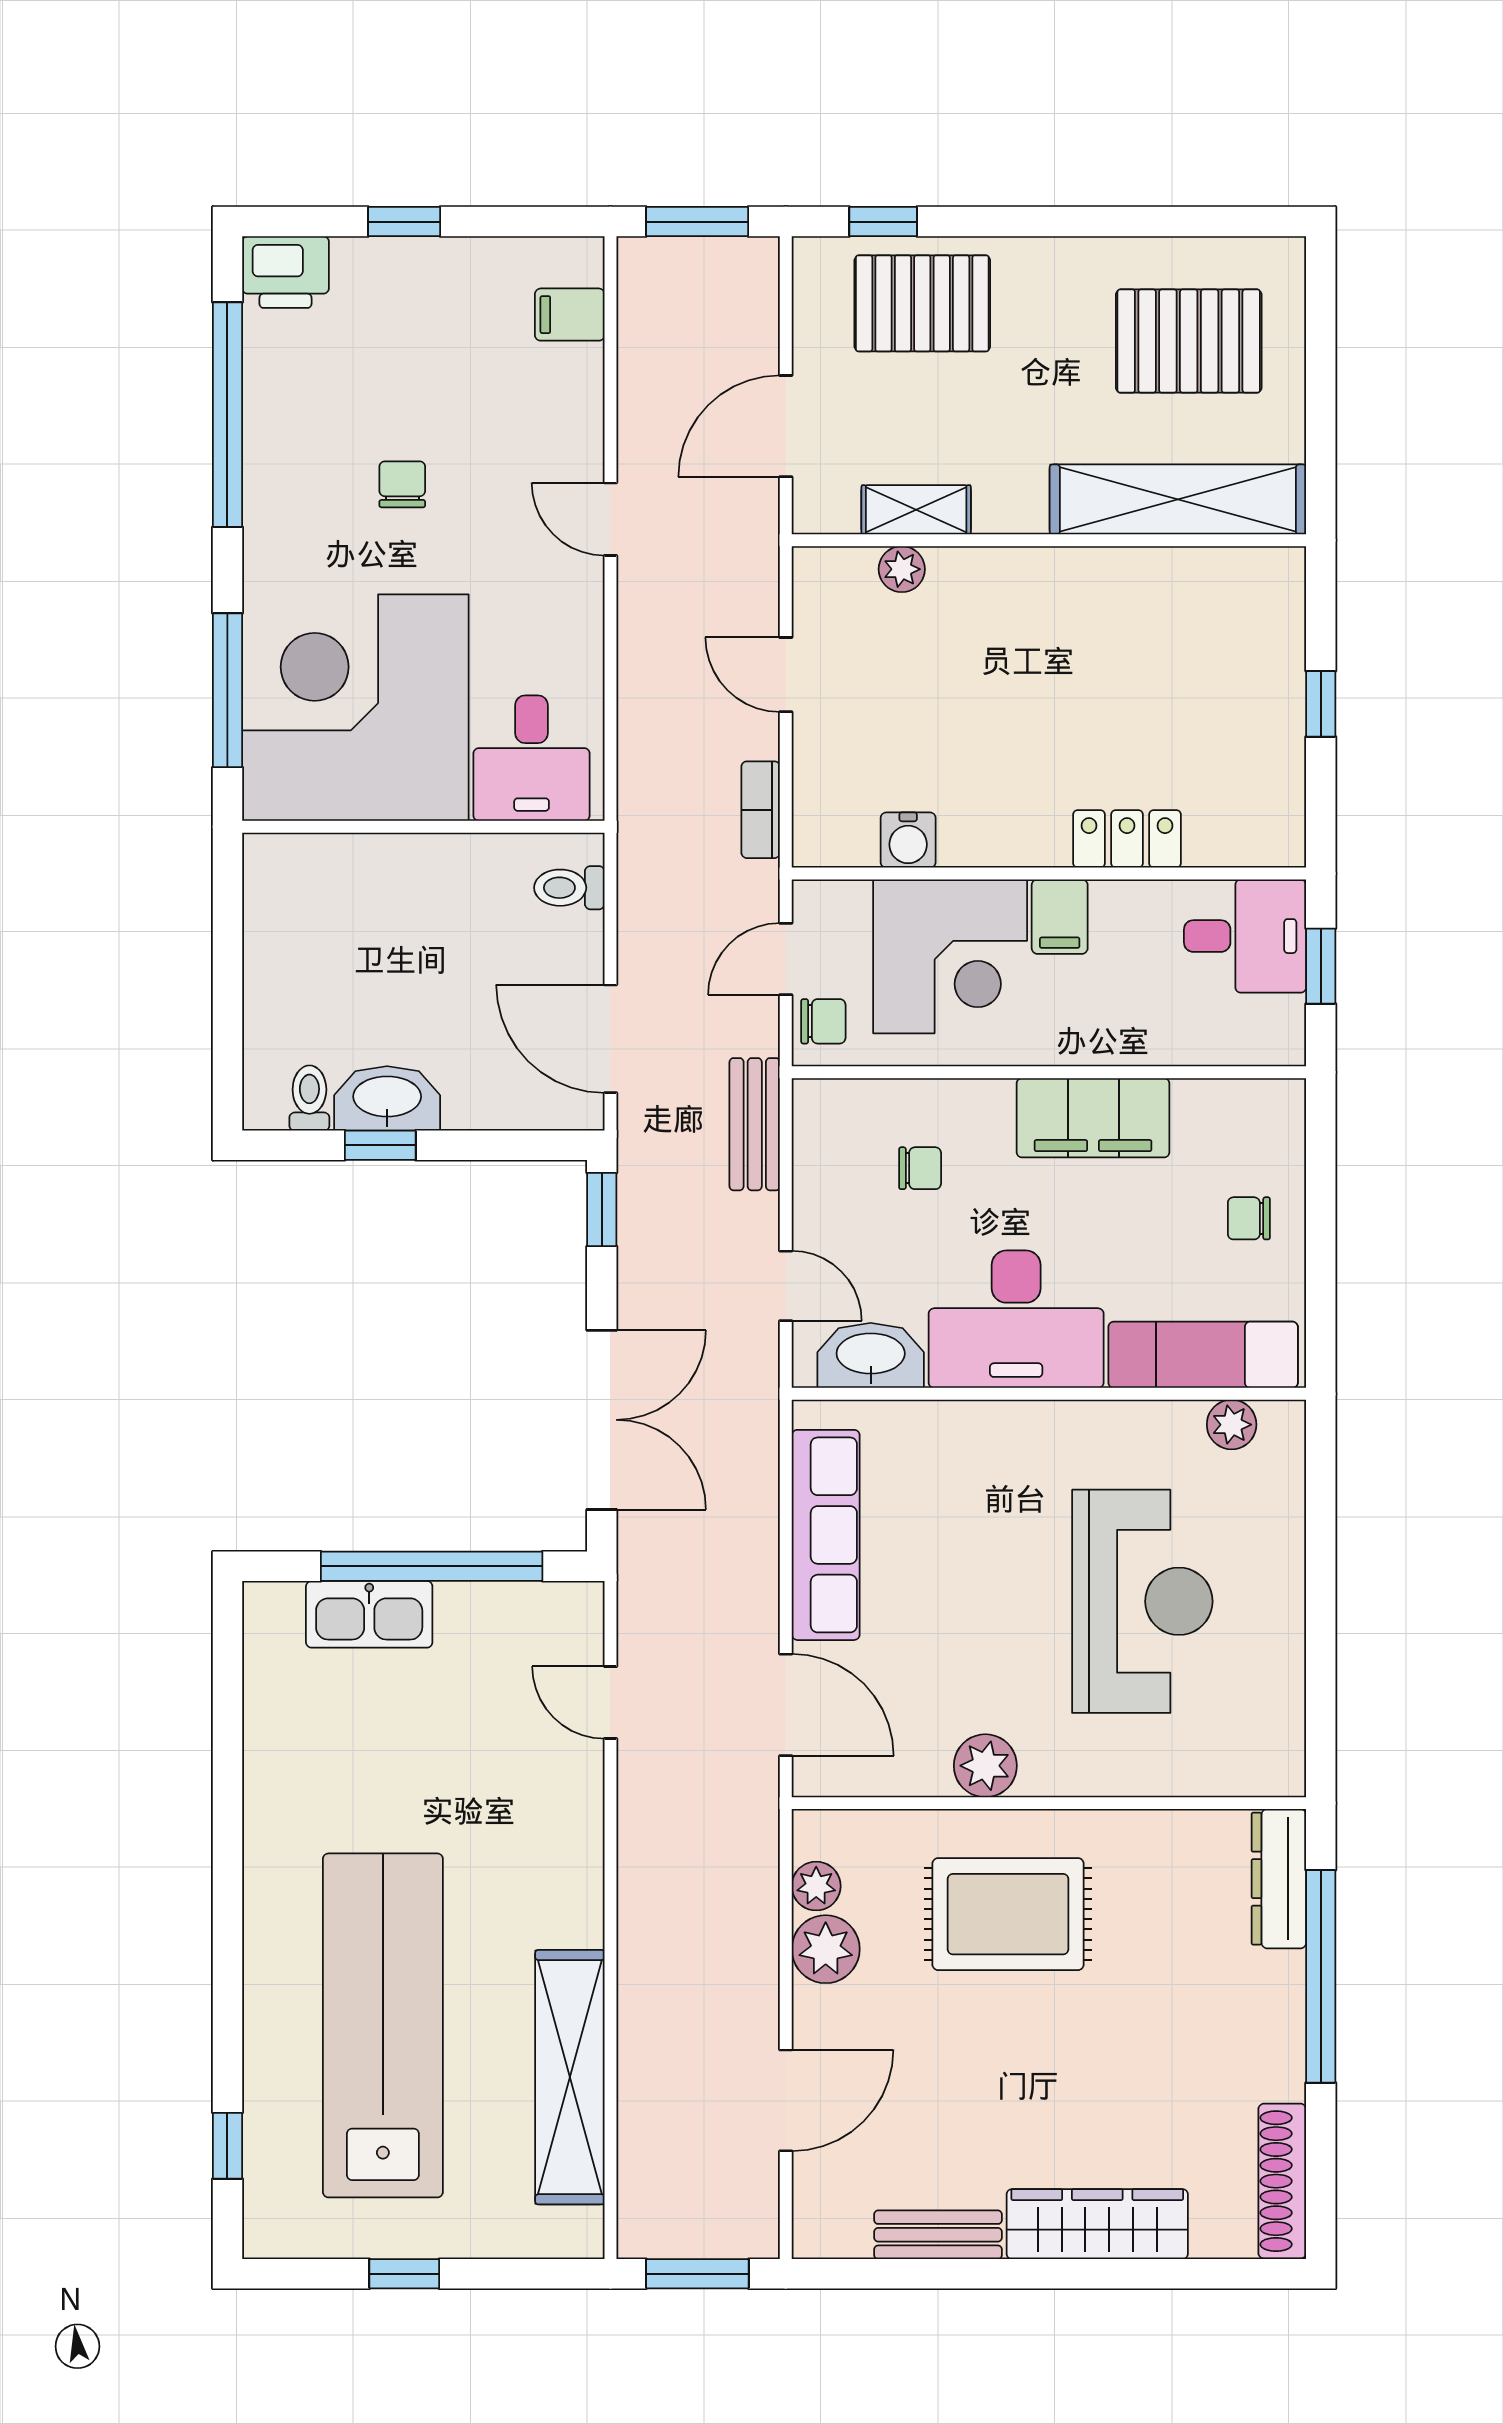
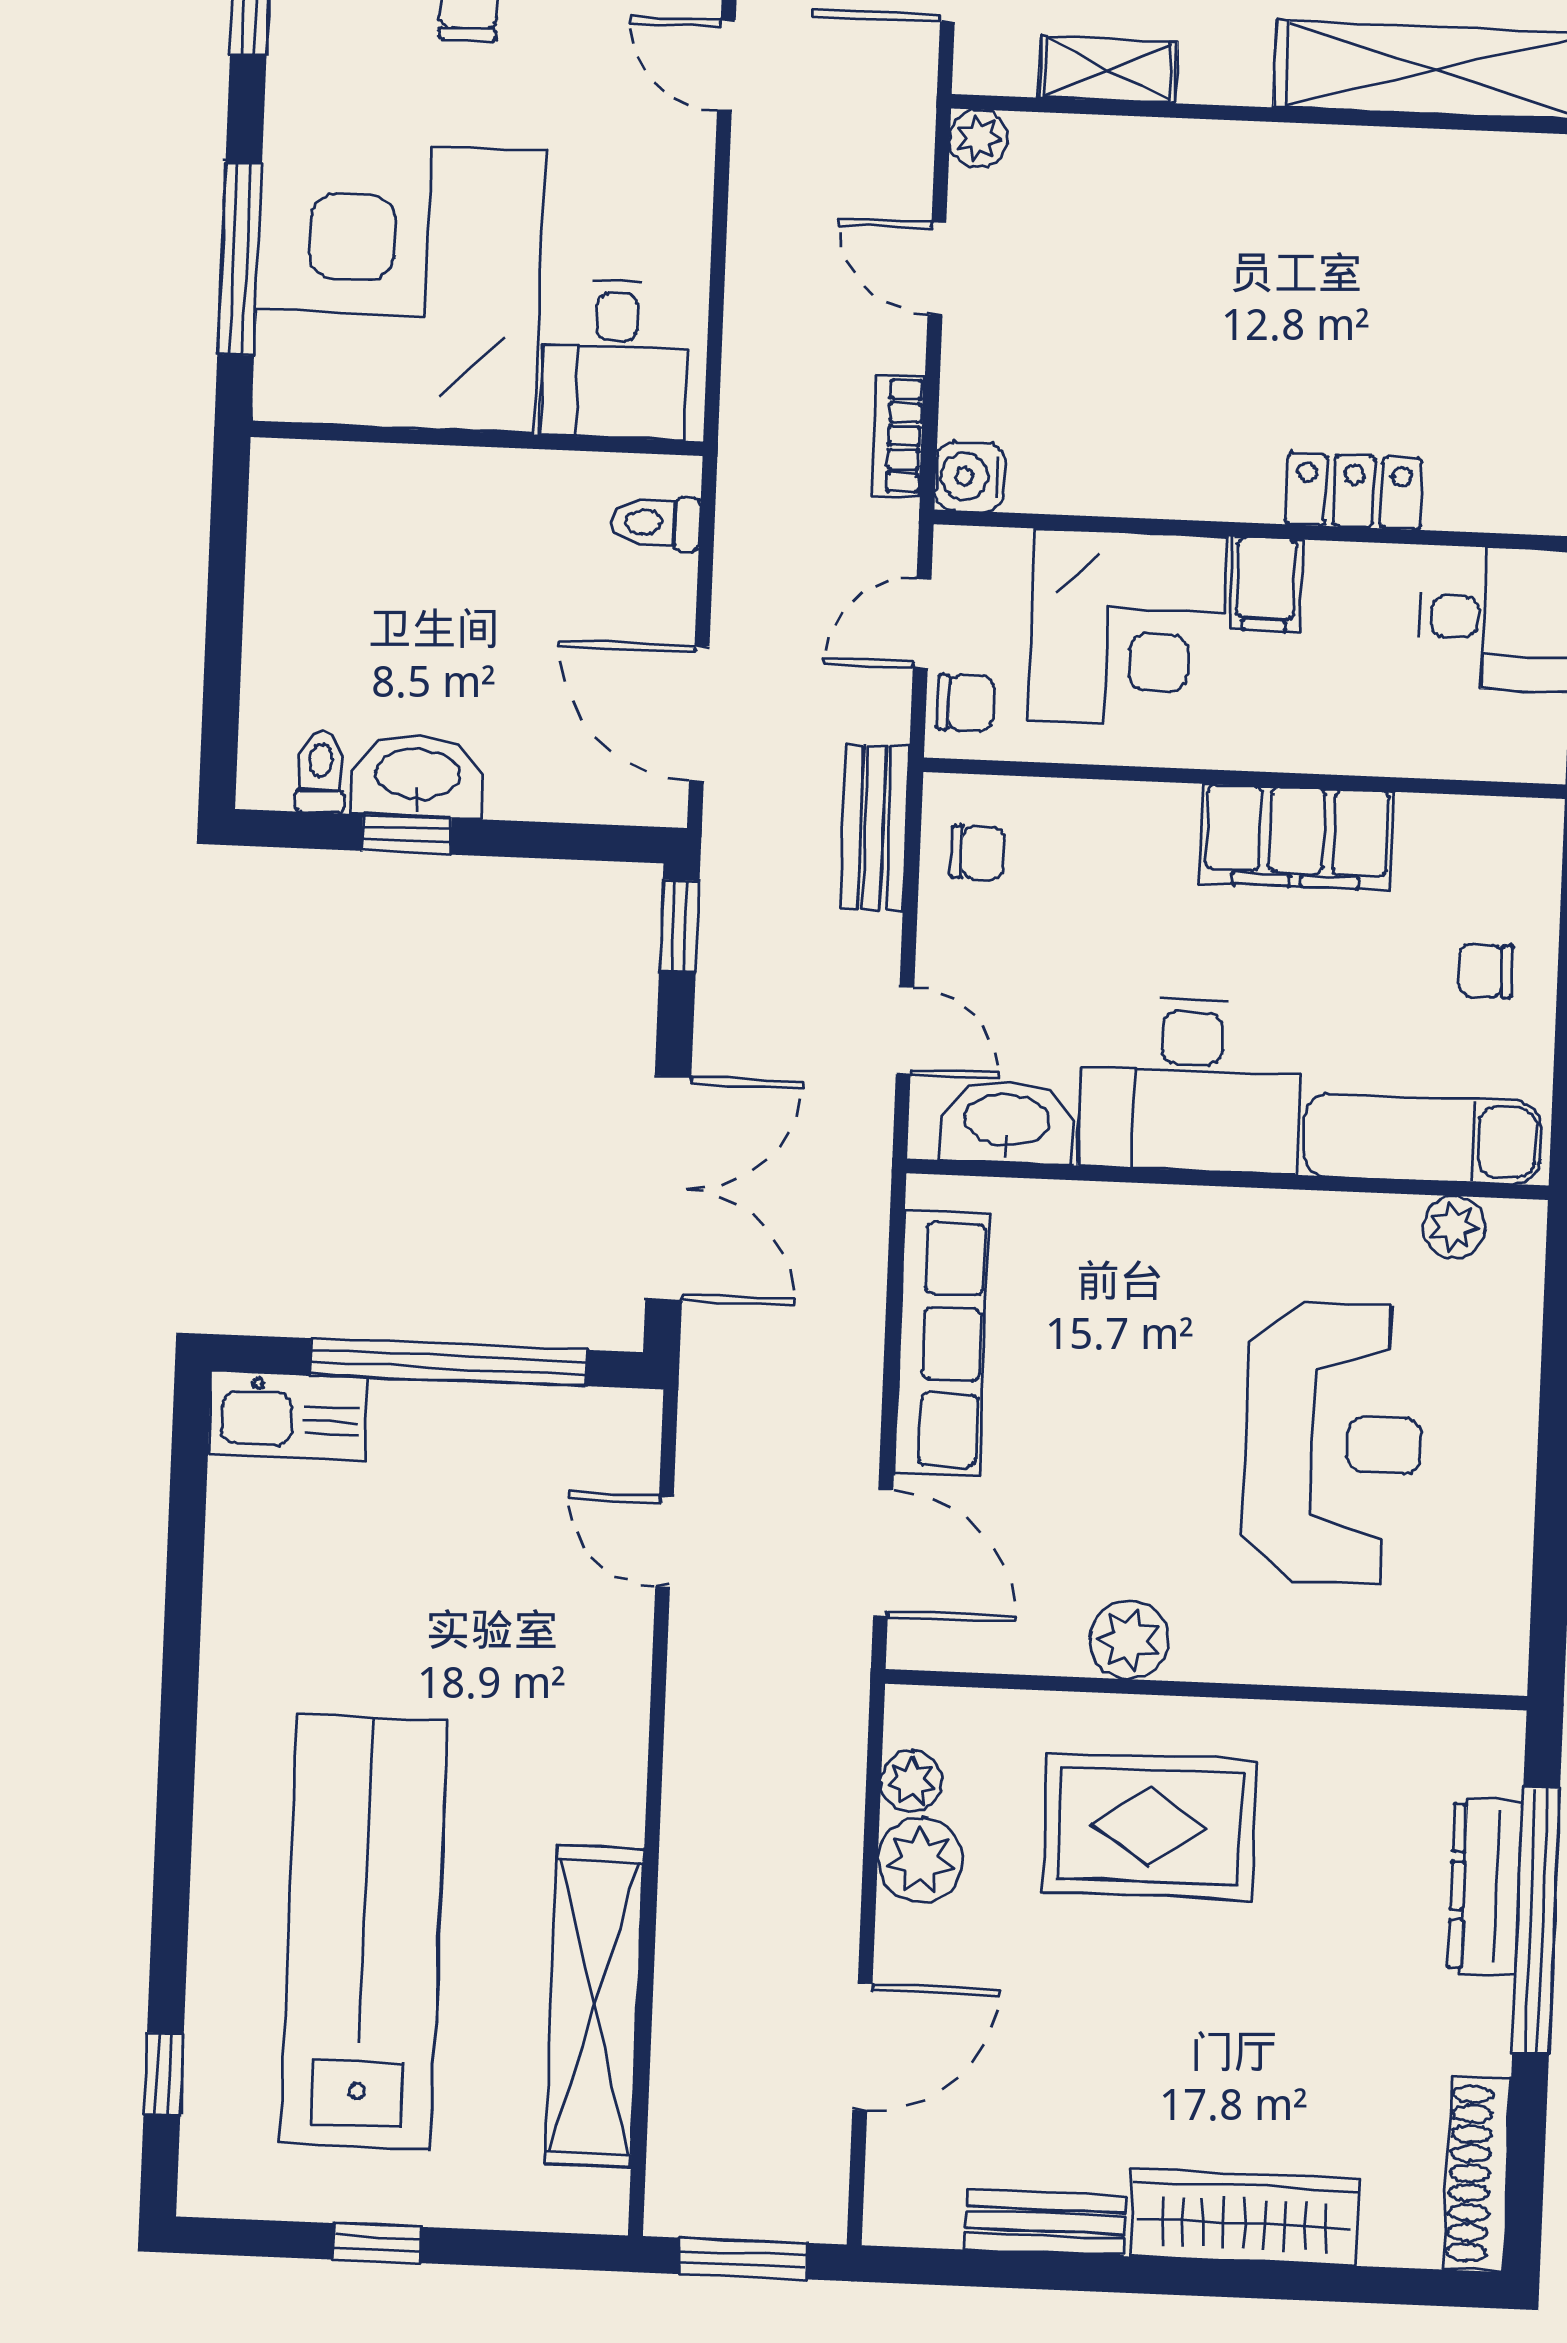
plant: (902, 569) -> (979, 138), moved
water cooler: (908, 840) -> (970, 477), moved, turned 90
chair: (920, 1168) -> (978, 852), moved
kitchen sink: (369, 1614) -> (289, 1415), moved
dresser: (1279, 1879) -> (1485, 1887), moved

